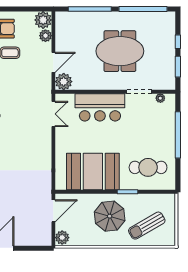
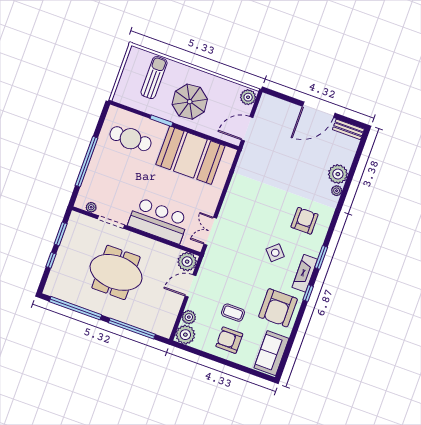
sun lounger: (147, 226) -> (154, 78), turned -60

